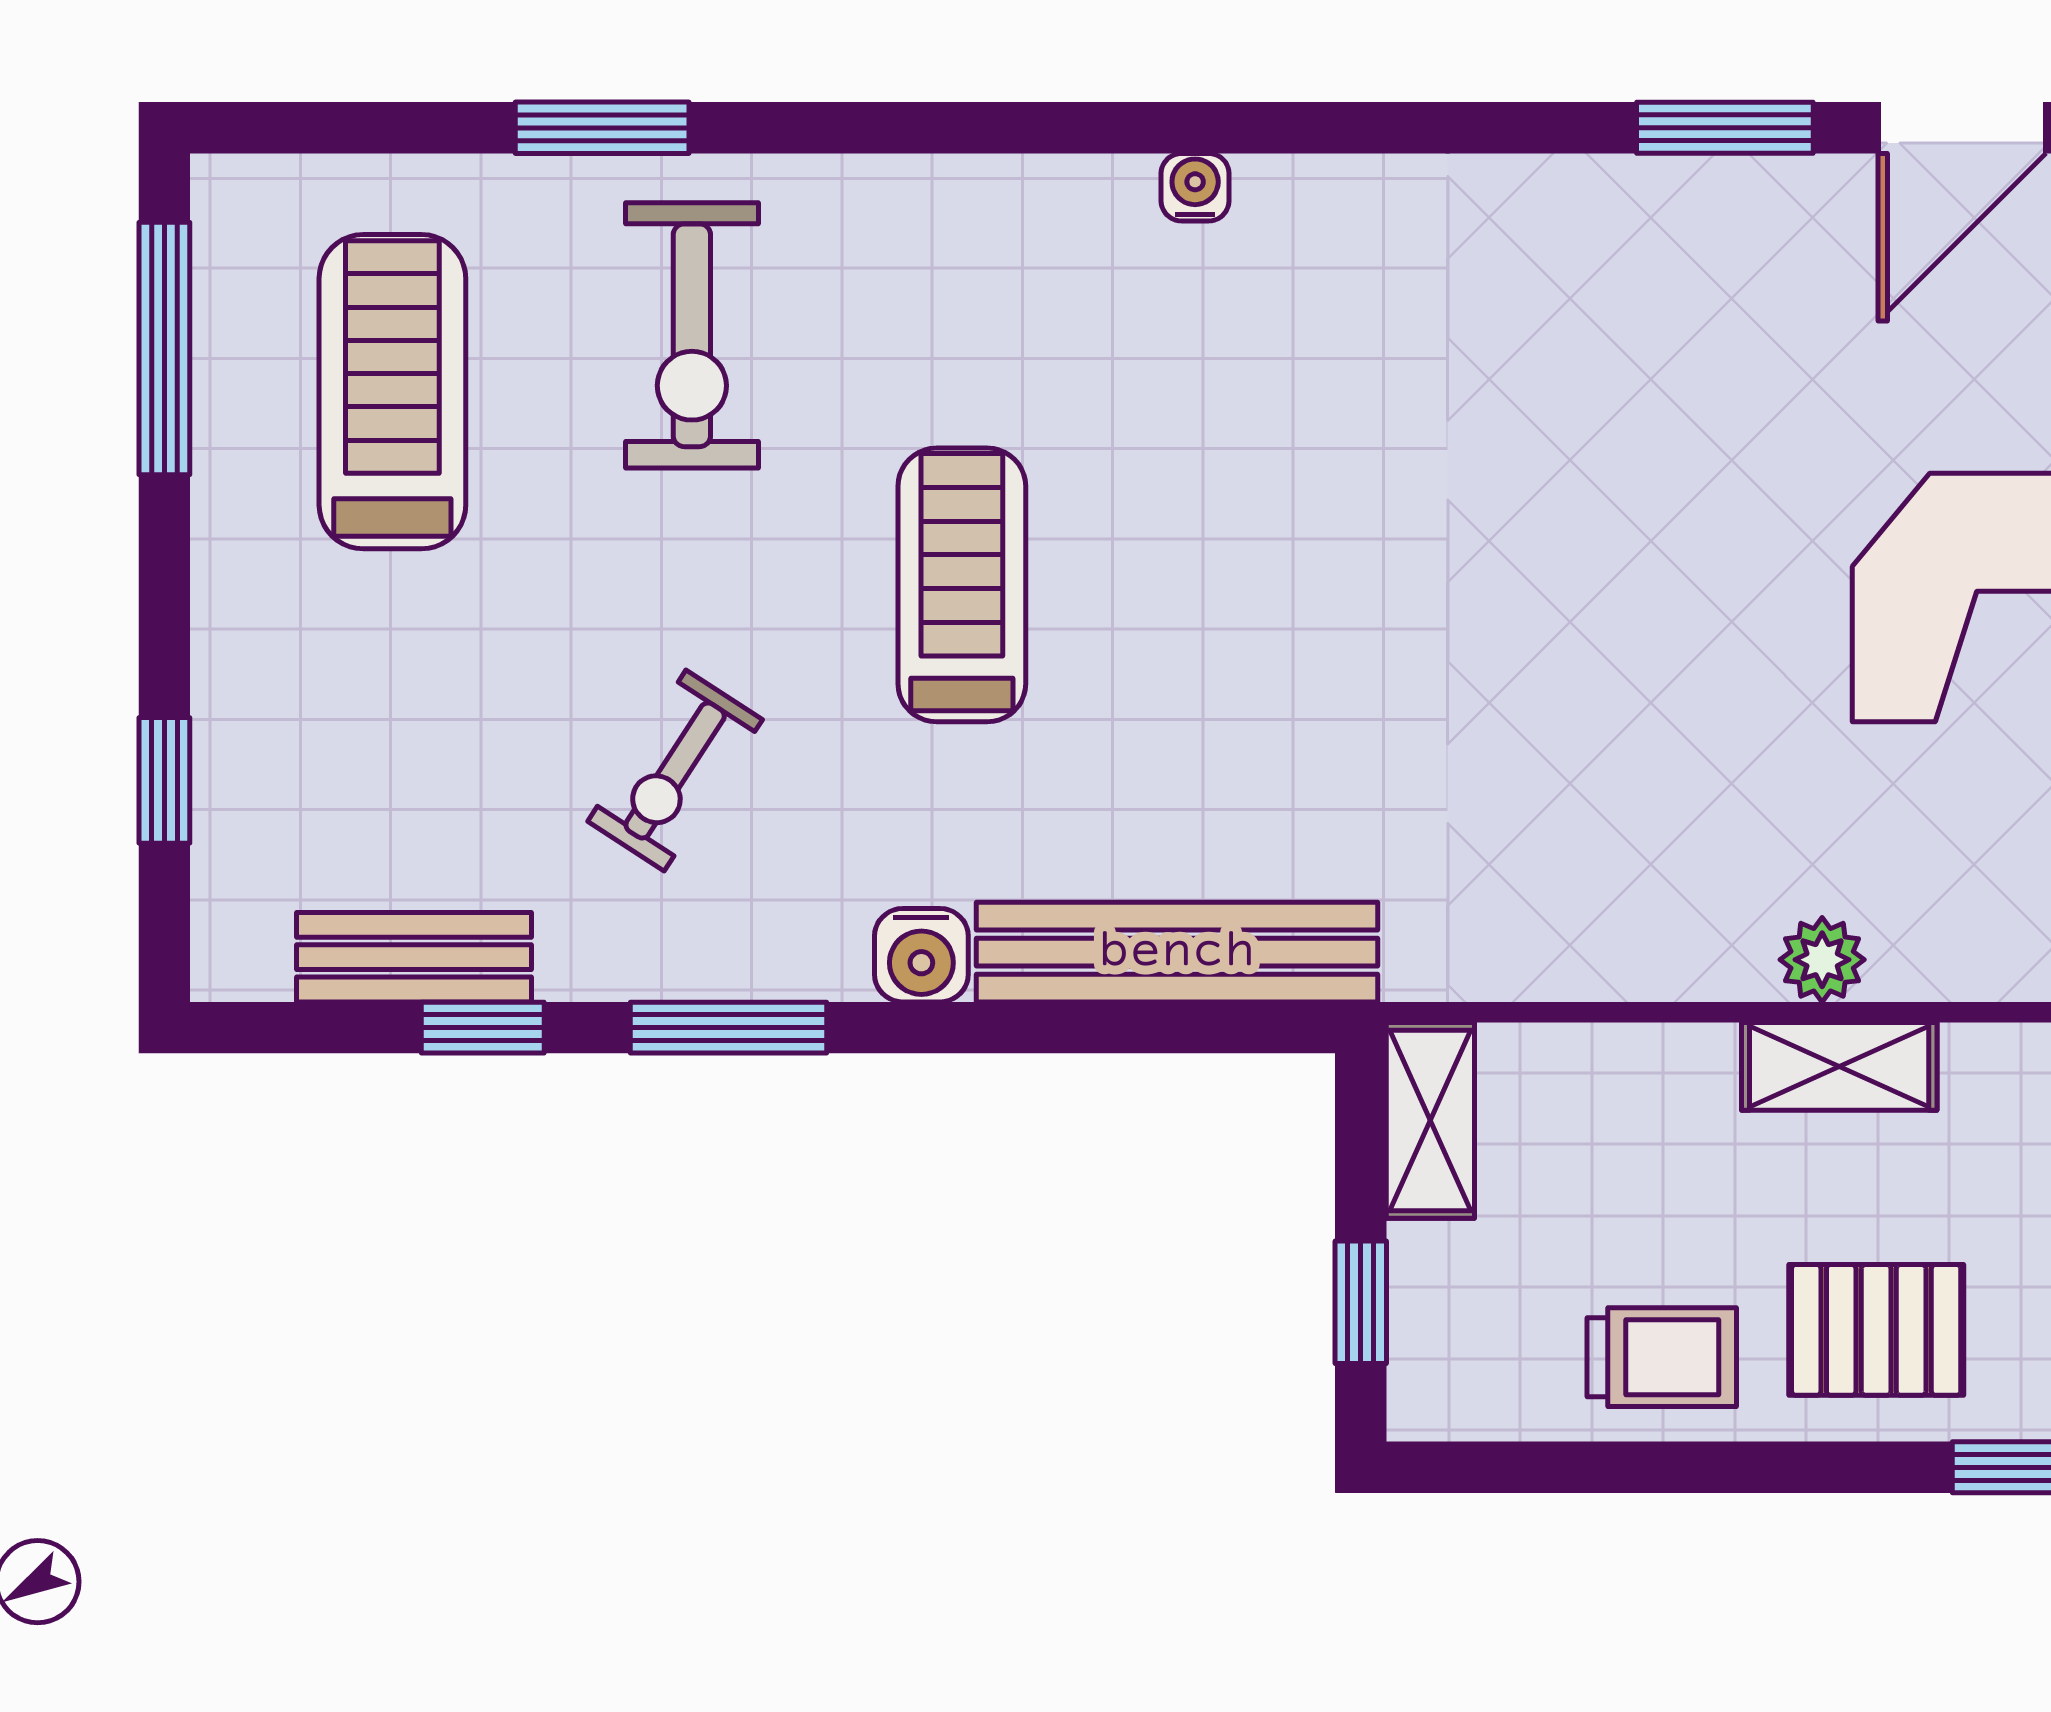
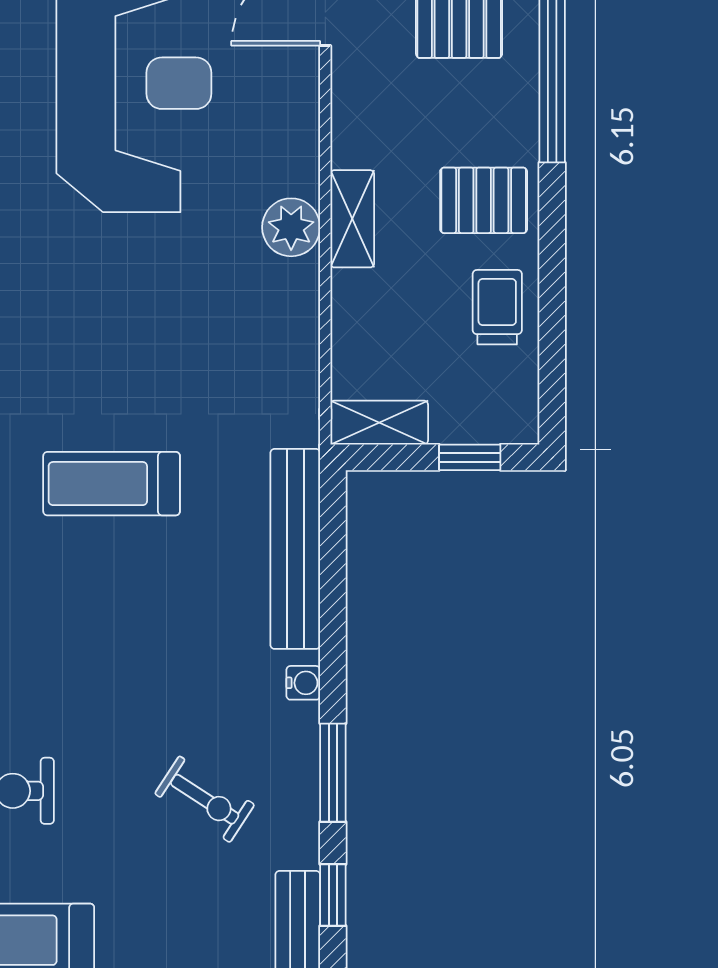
treadmill: (962, 585) -> (112, 484), moved
water cooler: (921, 955) -> (303, 683), width x0.72, depth x0.72
plant: (1822, 960) -> (291, 227), width x1.38, depth x1.38
pallet: (1876, 1330) -> (484, 200), turned 90

